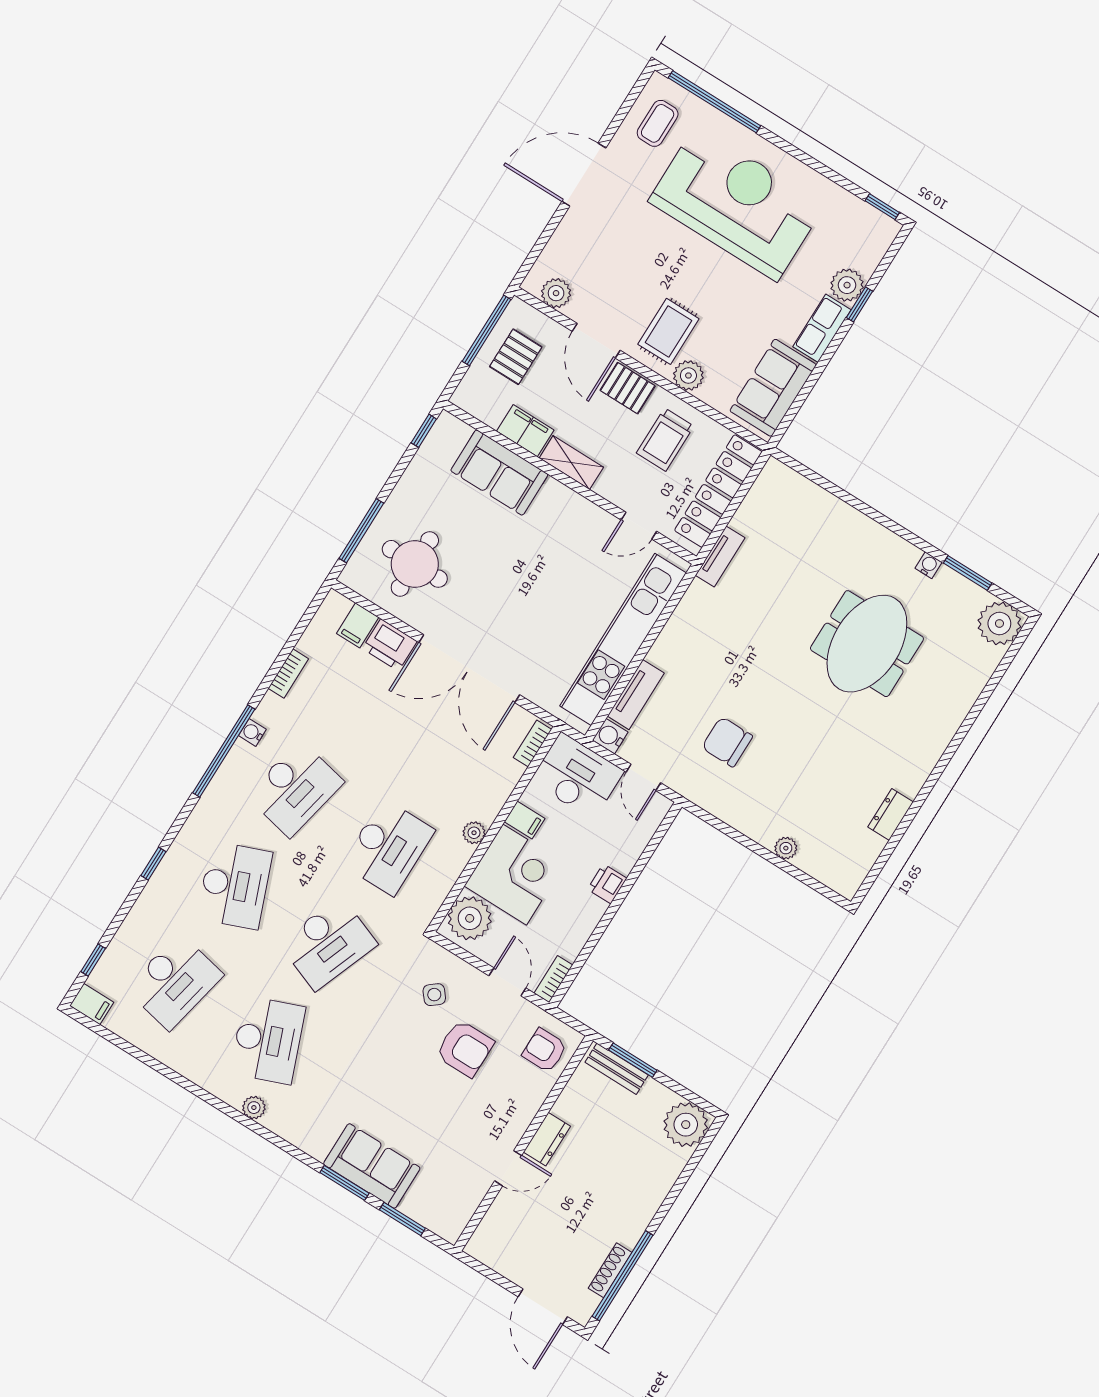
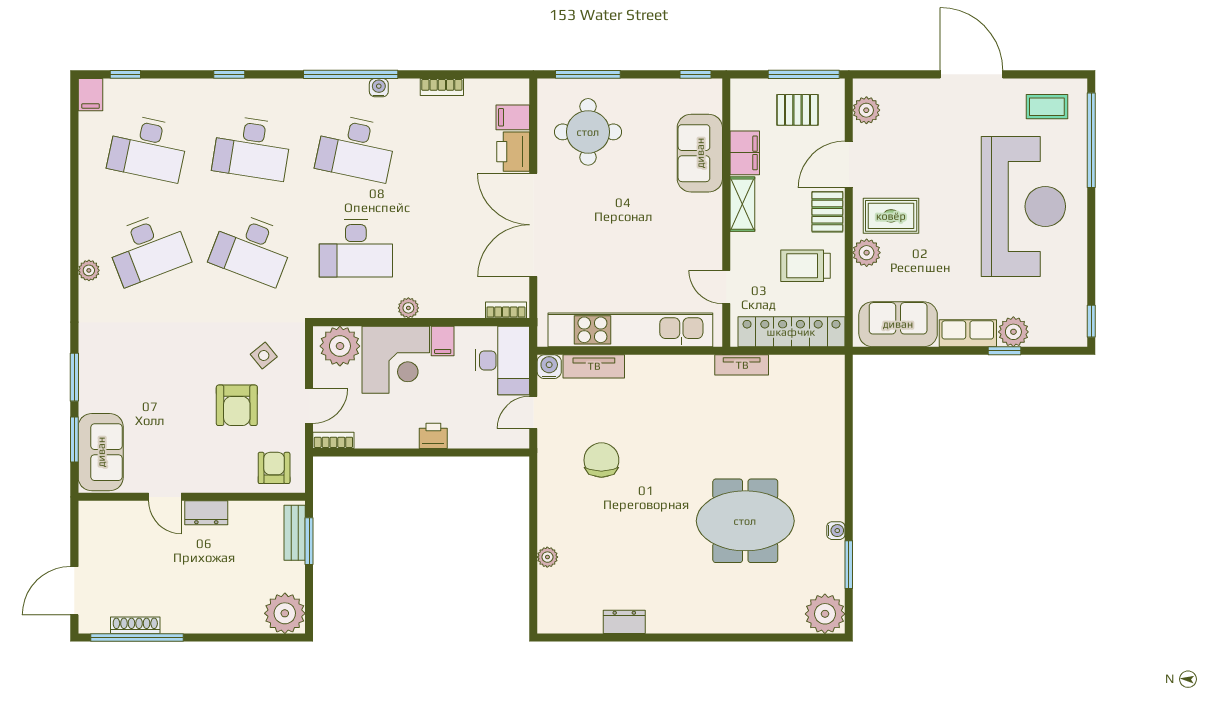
desk: (235, 885) -> (252, 148), turned 30
sofa: (372, 1166) -> (101, 452), moved

